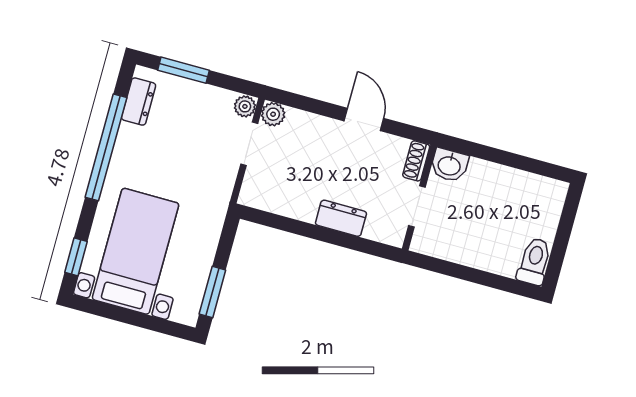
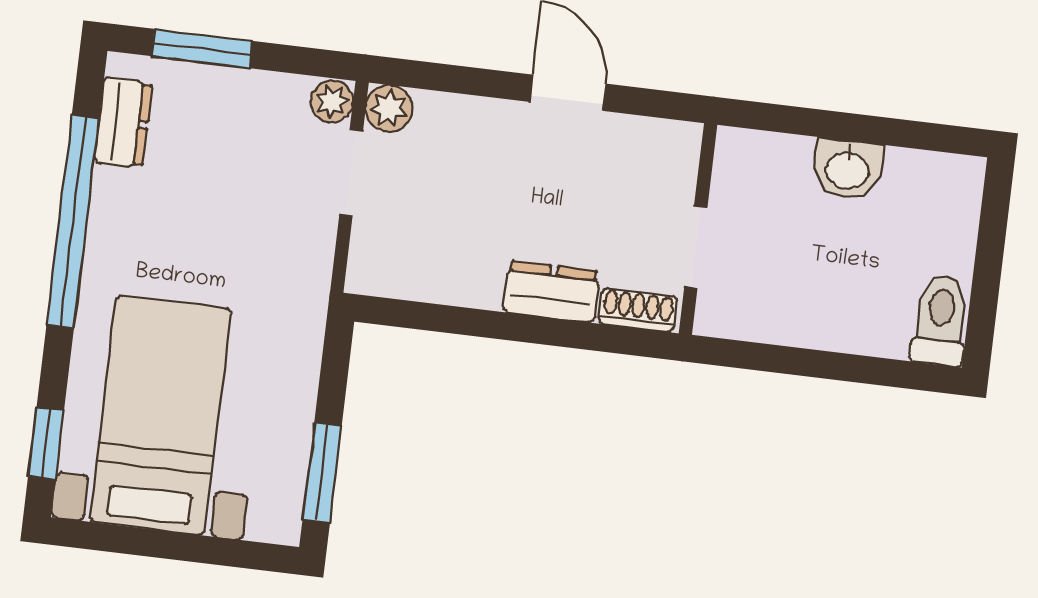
shoe rack: (416, 161) -> (638, 310), moved, turned 90
washbasin: (449, 165) -> (847, 169), moved

